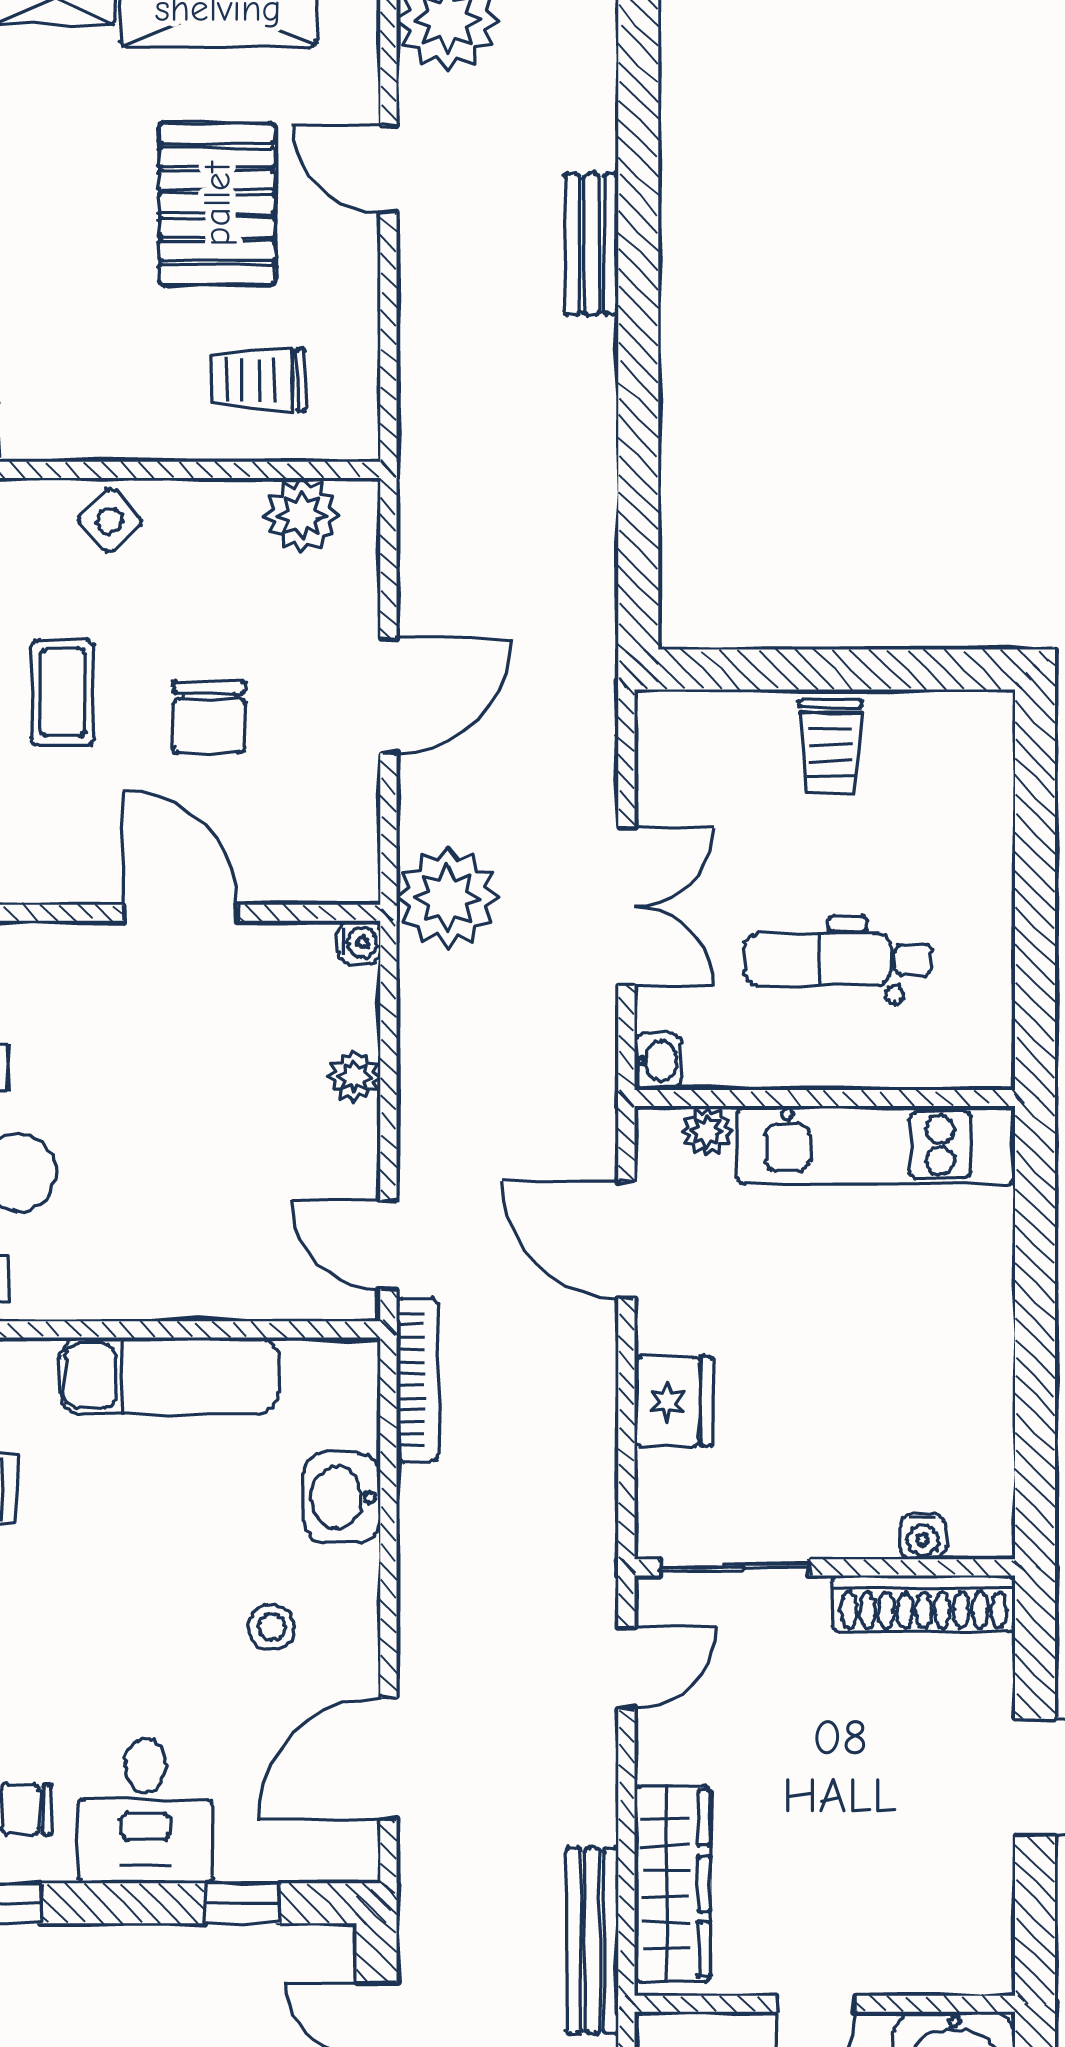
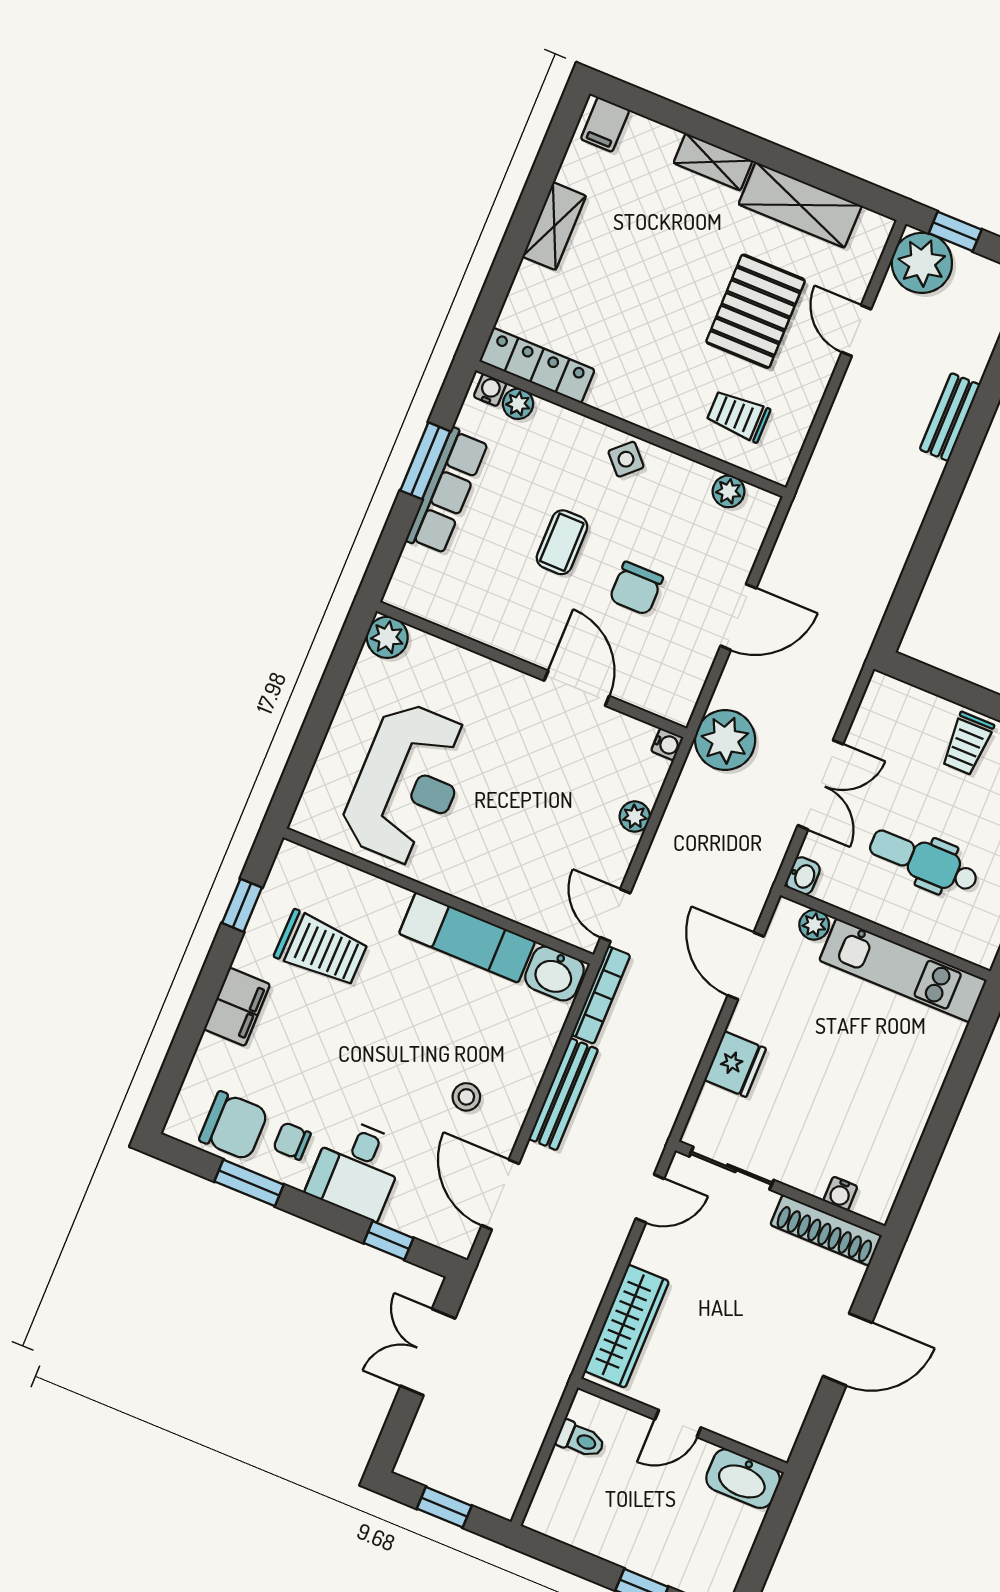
plant: (302, 515) -> (729, 491), width x0.73, depth x0.73
washbasin: (342, 1498) -> (554, 973), moved, turned -90
door: (388, 1759) -> (500, 1195), hinge flipped
bench: (592, 1941) -> (563, 1094), moved

